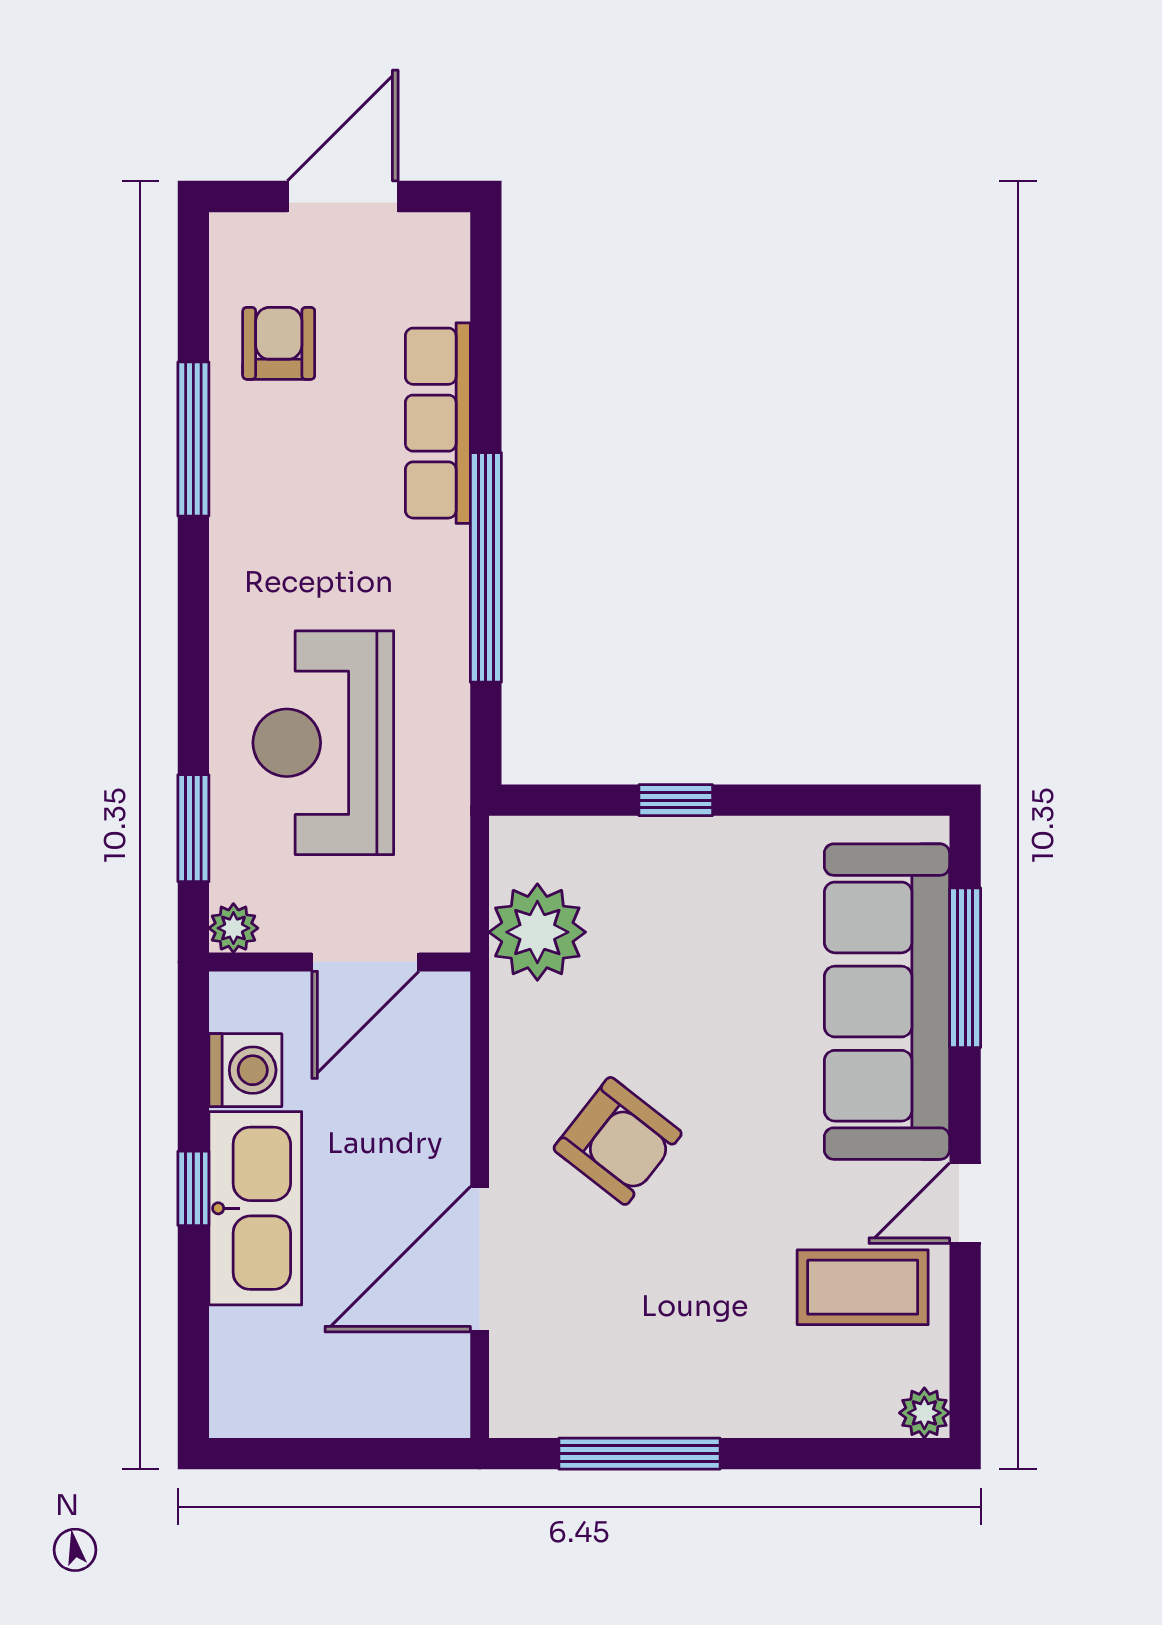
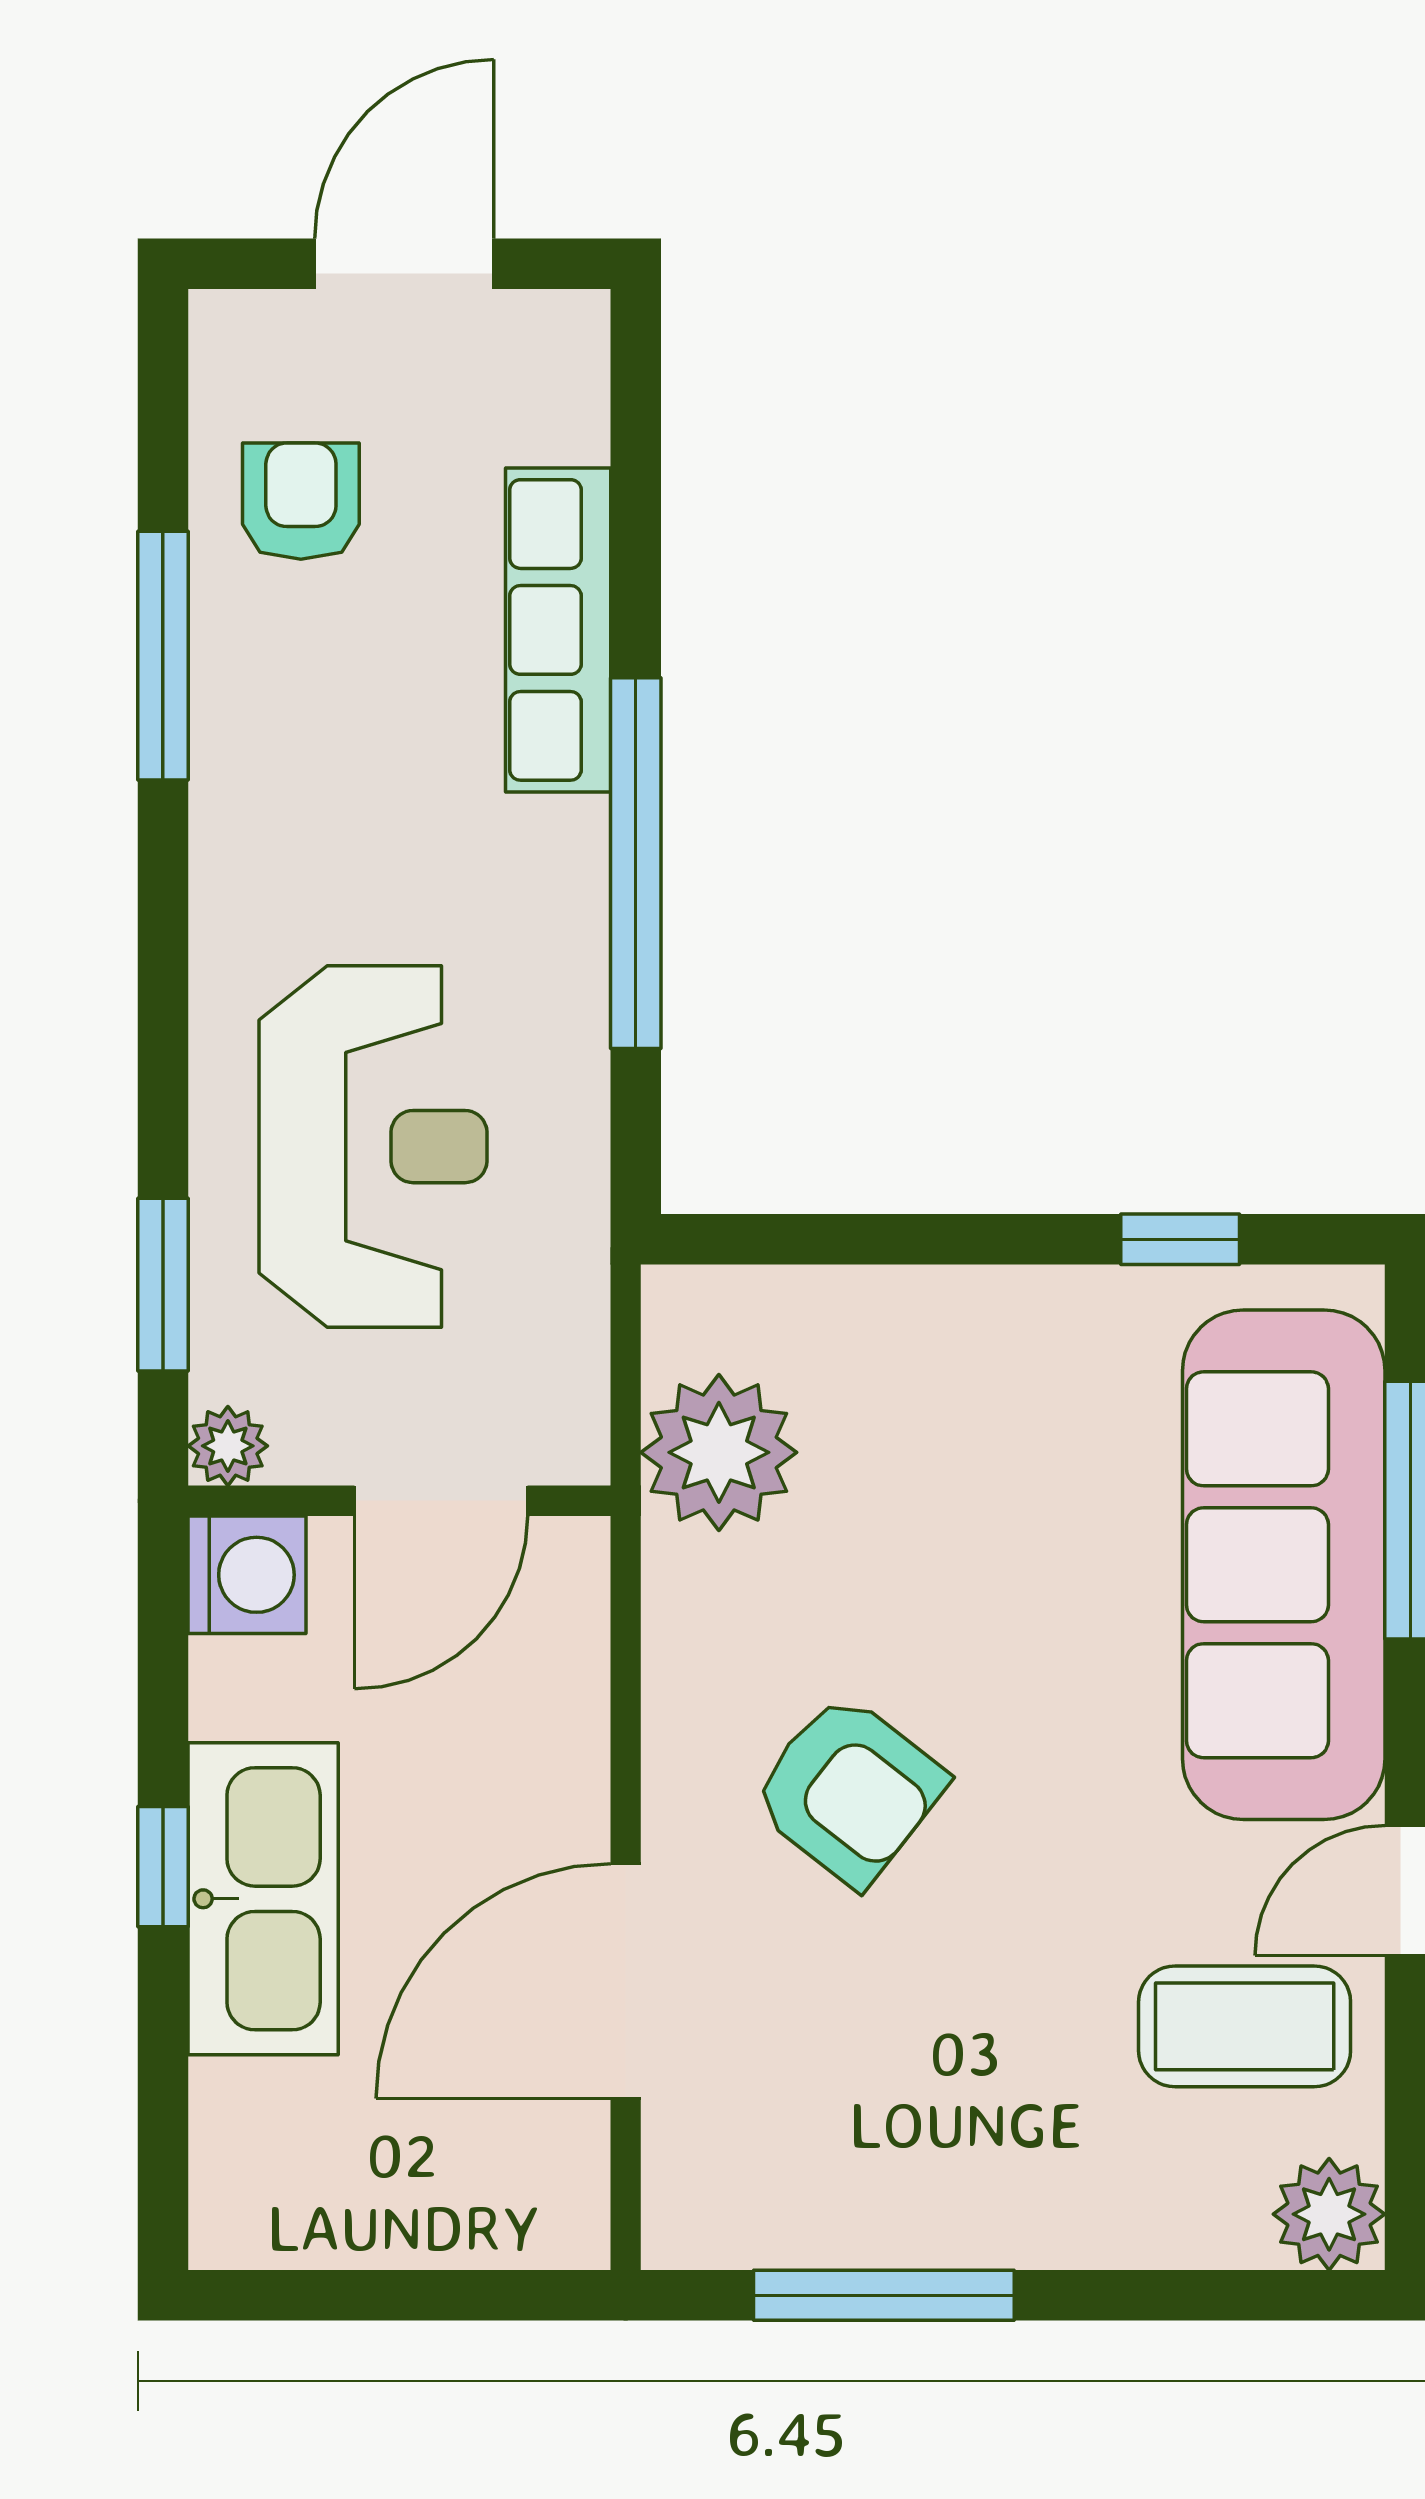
reception desk: (323, 743) -> (373, 1147), turned 180
window: (676, 800) -> (1180, 1239), moved
washing machine: (245, 1070) -> (247, 1575), moved
plant: (924, 1413) -> (1329, 2214), width x1.38, depth x1.38

